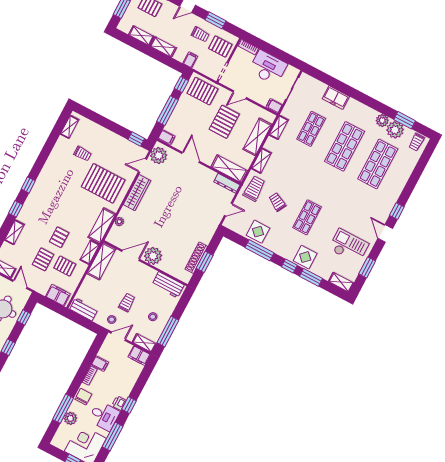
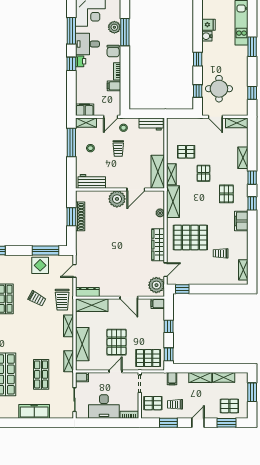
freezer: (336, 98) -> (34, 411), width x1.40
window: (168, 111) -> (169, 326), width x0.46
window: (260, 250) -> (45, 251), moved
pallet: (43, 259) -> (226, 194), moved
filing cabinet: (58, 295) -> (241, 221), moved, turned 90

